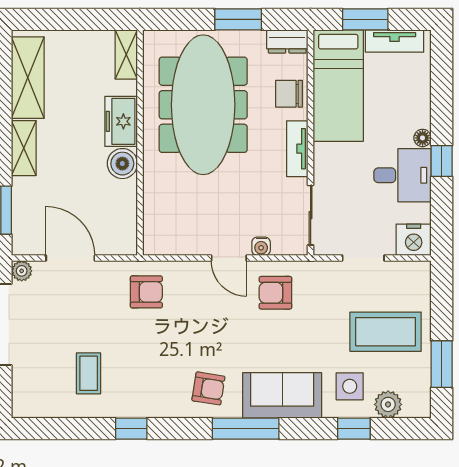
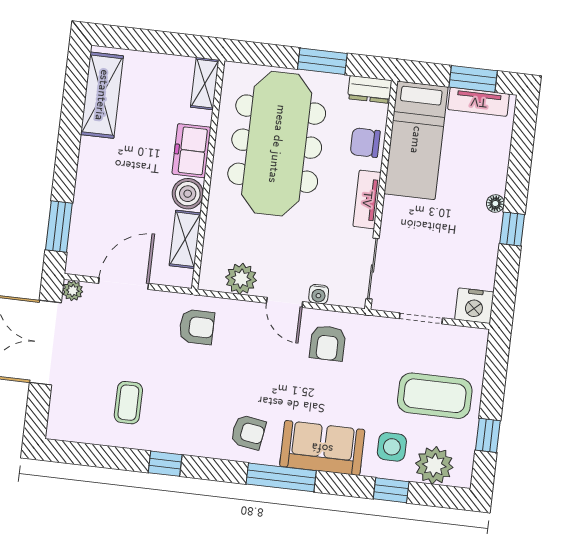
window: (365, 19) -> (473, 79), moved
shelving: (24, 148) -> (185, 239), moved
desk: (403, 175) -> (471, 239), removed
plant: (184, 240) -> (241, 279), added
door: (70, 258) -> (124, 283), hinge flipped
armchair: (275, 293) -> (328, 343), turned -90
window: (442, 364) -> (488, 435), width x0.67
plant: (388, 404) -> (434, 465), width x1.36, depth x1.36

